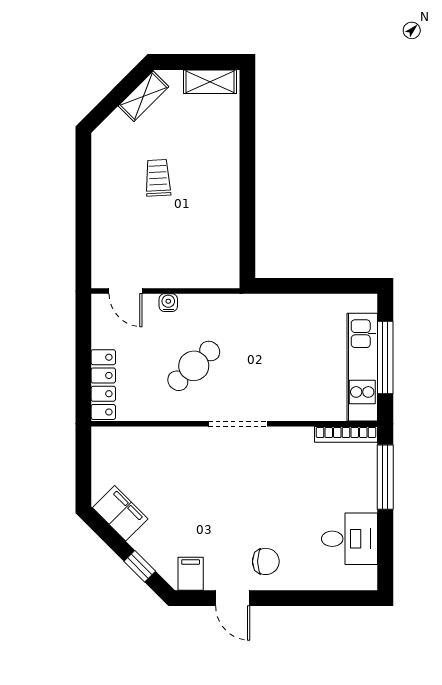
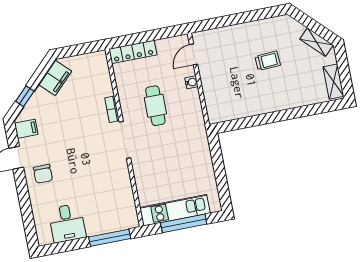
cafe table: (194, 366) -> (155, 106), turned 43
bookcase: (346, 434) -> (112, 109), moved, width x0.64

